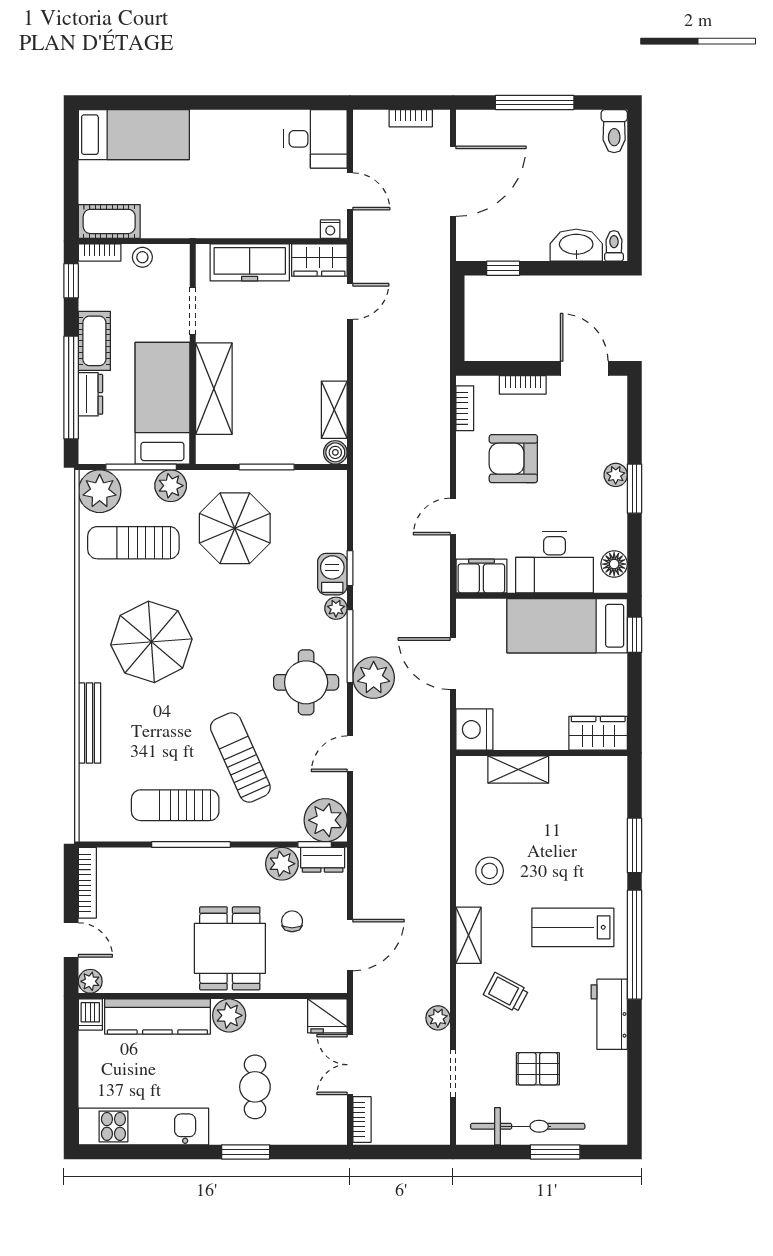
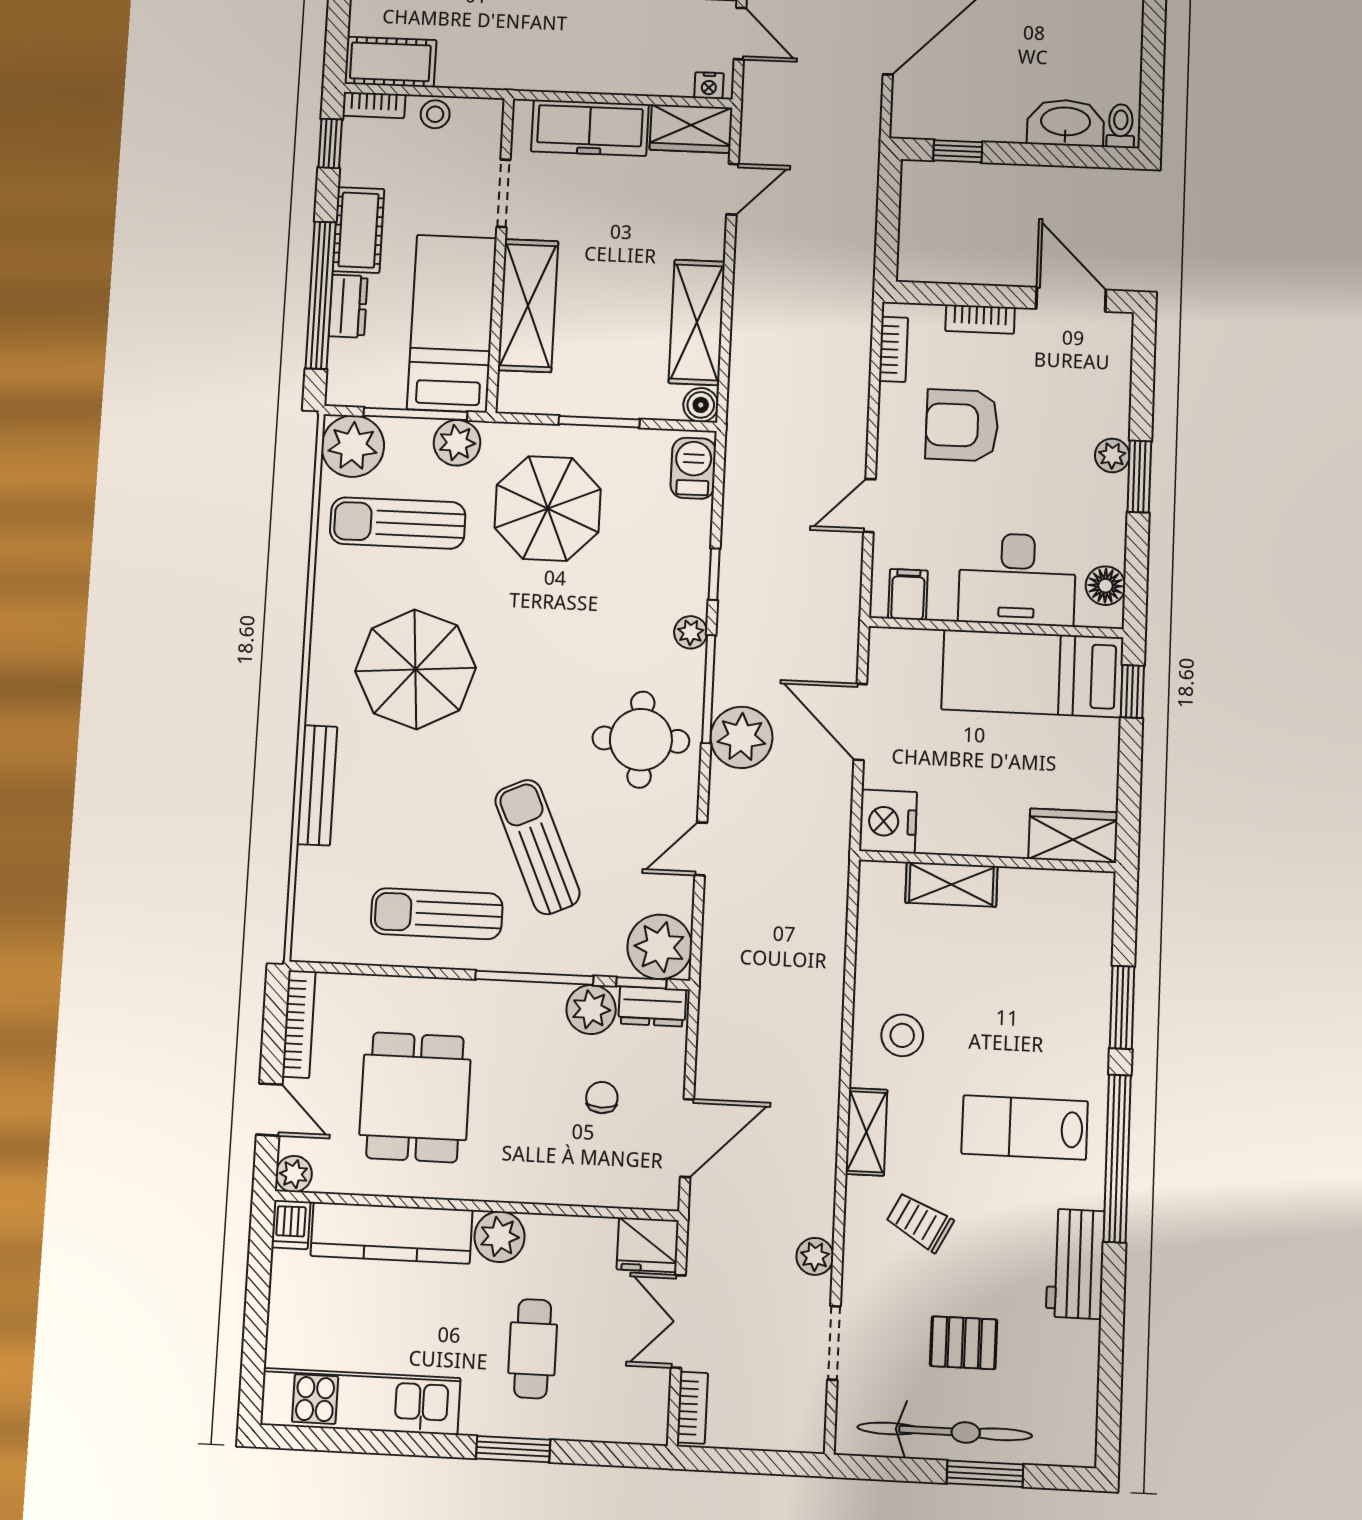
shelving: (334, 410) -> (697, 322), width x1.50, depth x1.33
barbecue: (332, 574) -> (693, 468), moved
filing cabinet: (481, 576) -> (908, 594), width x0.50
window: (191, 845) -> (534, 978), moved
dining table: (230, 948) -> (415, 1097), moved

